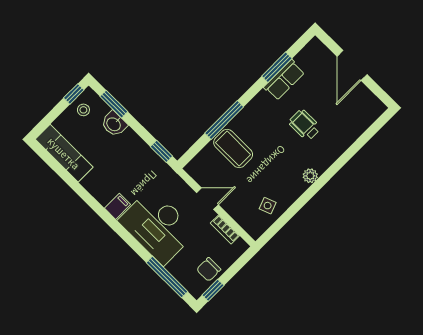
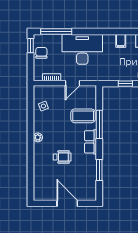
row of seats: (284, 80) -> (91, 142), moved
window: (161, 151) -> (125, 84), moved
filing cabinet: (118, 206) -> (121, 41), moved

